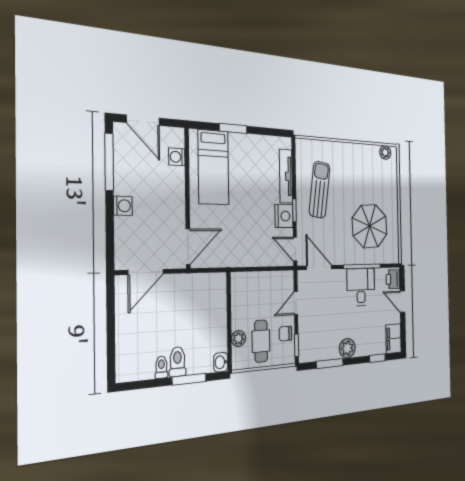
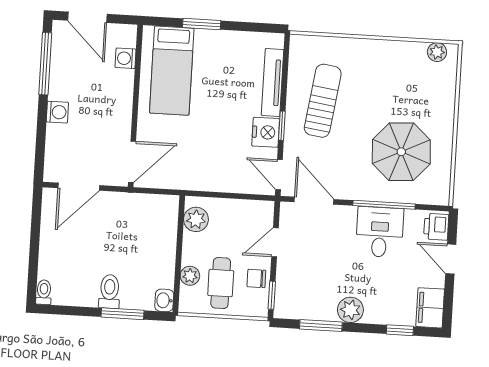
plant: (240, 291) -> (196, 219), added
toilet: (161, 367) -> (44, 292), moved

